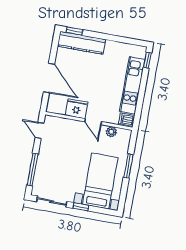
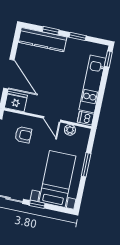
window: (74, 31) -> (51, 31), moved
window: (116, 39) -> (78, 36), added
fridge: (77, 109) -> (16, 102), moved
armchair: (65, 138) -> (23, 135), added

